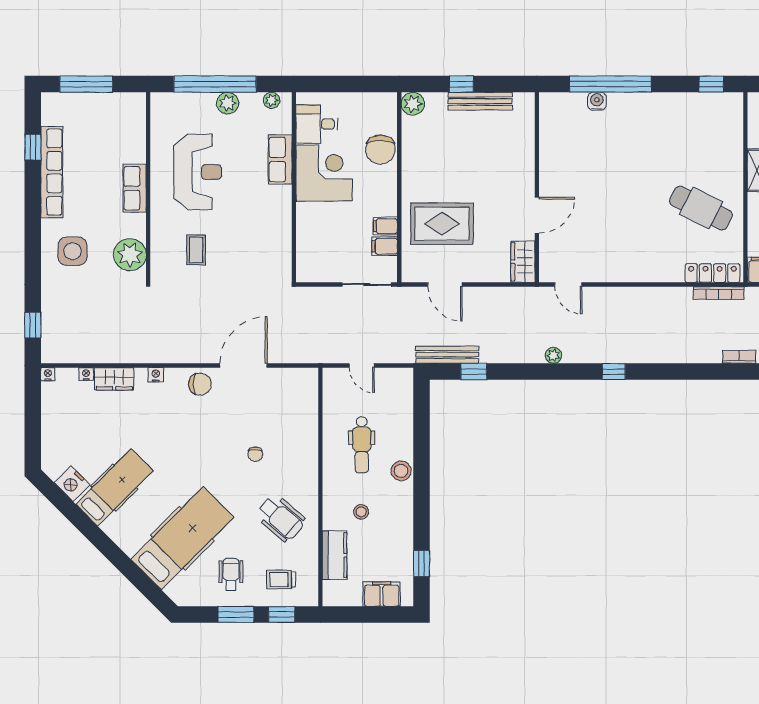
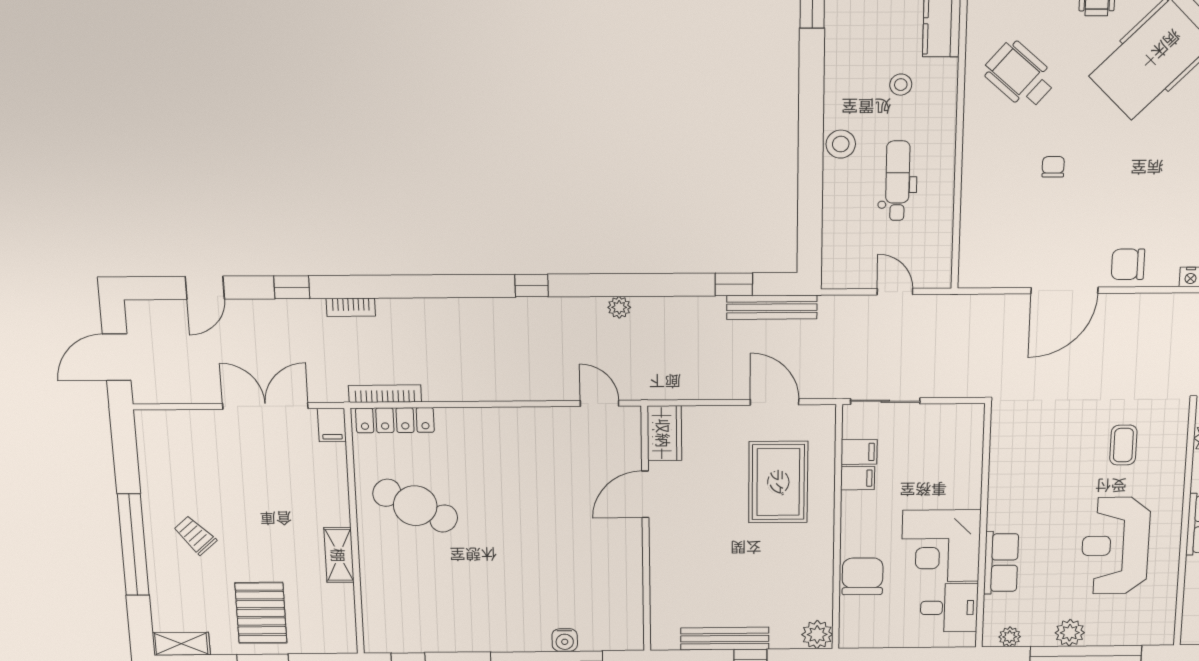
rug: (442, 224) -> (778, 482), turned 90

